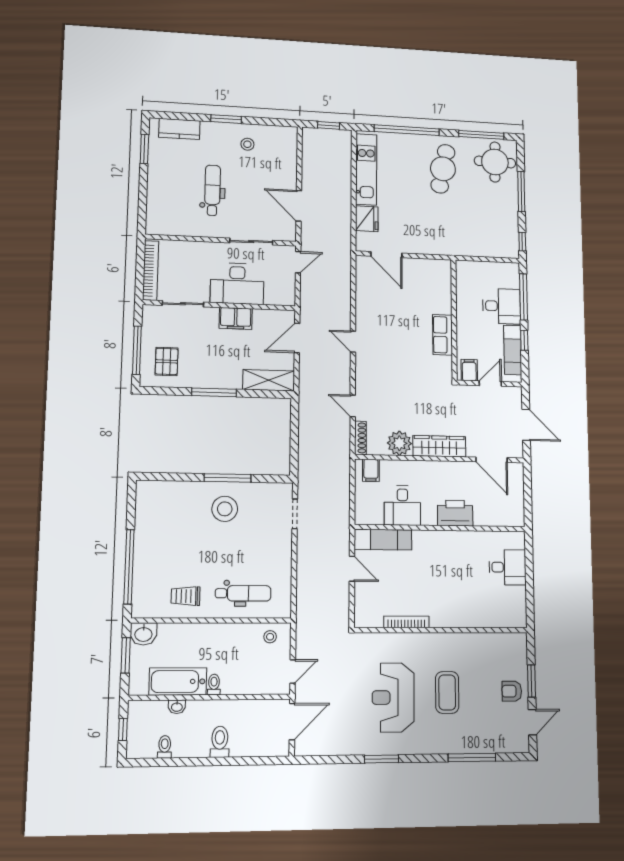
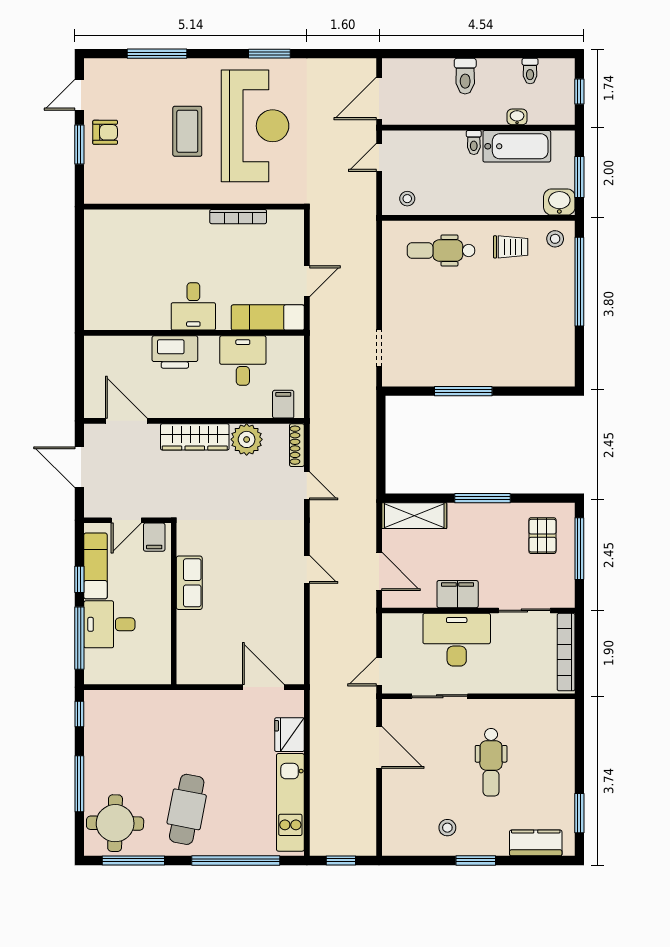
door: (297, 338) -> (379, 571), hinge flipped
stool: (225, 509) -> (555, 239), moved, width x0.53, depth x0.53
desk: (507, 567) -> (193, 306), moved, turned -90
door: (352, 569) -> (307, 281), swing flipped
reception desk: (393, 697) -> (255, 126), width x1.36, depth x1.30

